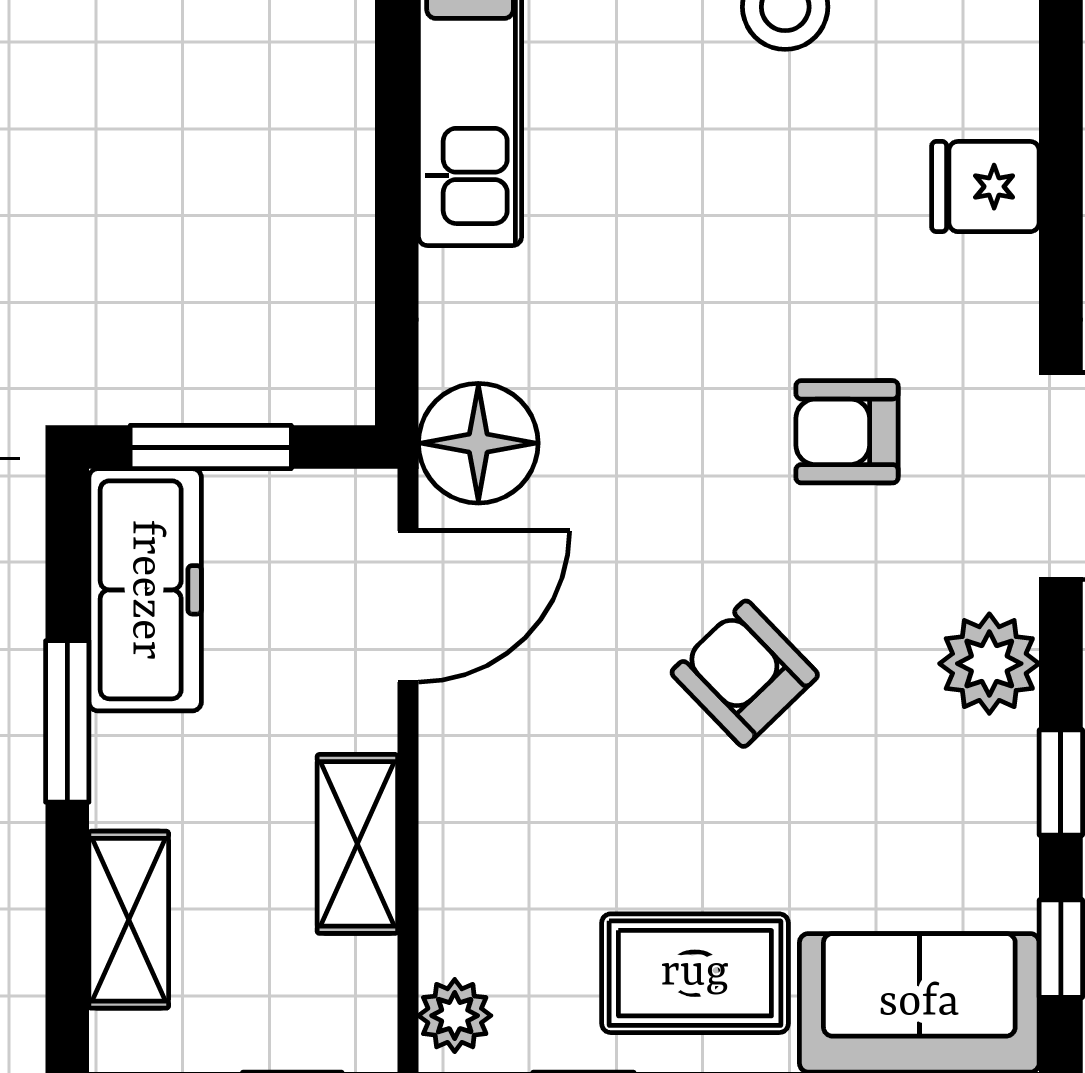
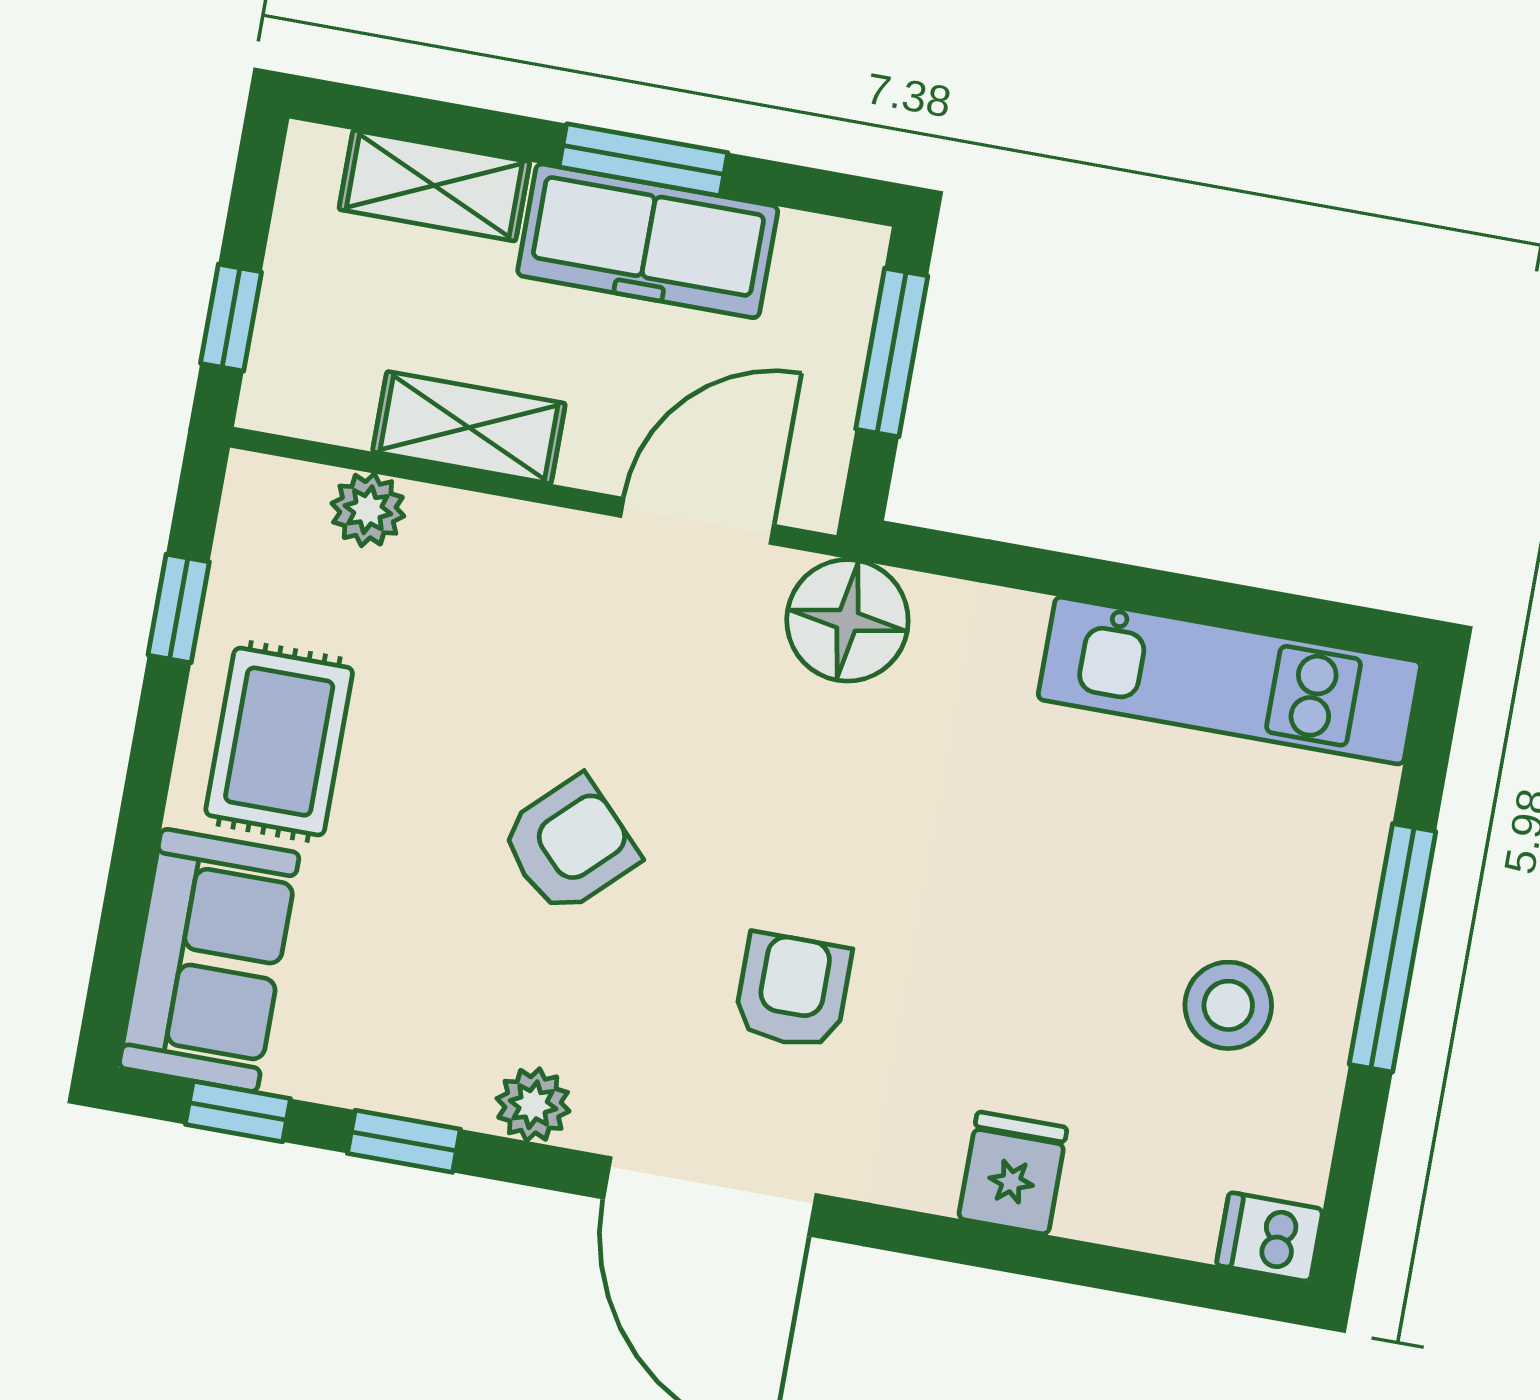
freezer: (145, 590) -> (648, 241), moved
door: (408, 606) -> (697, 521), swing flipped
plant: (989, 664) -> (533, 1105), width x0.73, depth x0.73
plant: (455, 1016) -> (368, 510), moved

